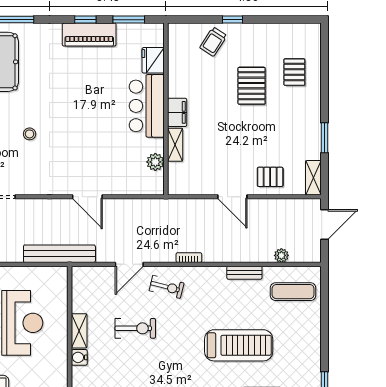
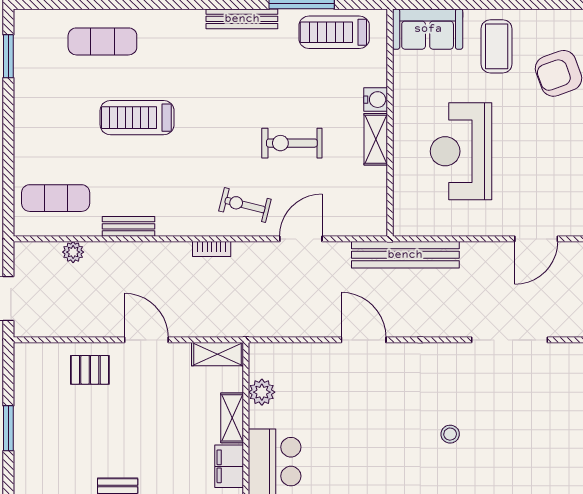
shelving: (313, 178) -> (217, 354), moved, turned 90
treadmill: (239, 345) -> (137, 118), width x0.73, depth x0.73

